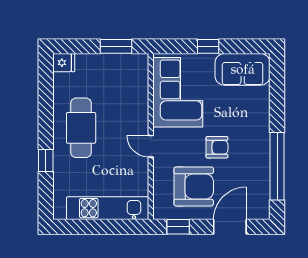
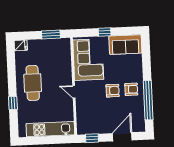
armchair: (194, 186) -> (131, 89), moved, width x0.53, depth x0.53

